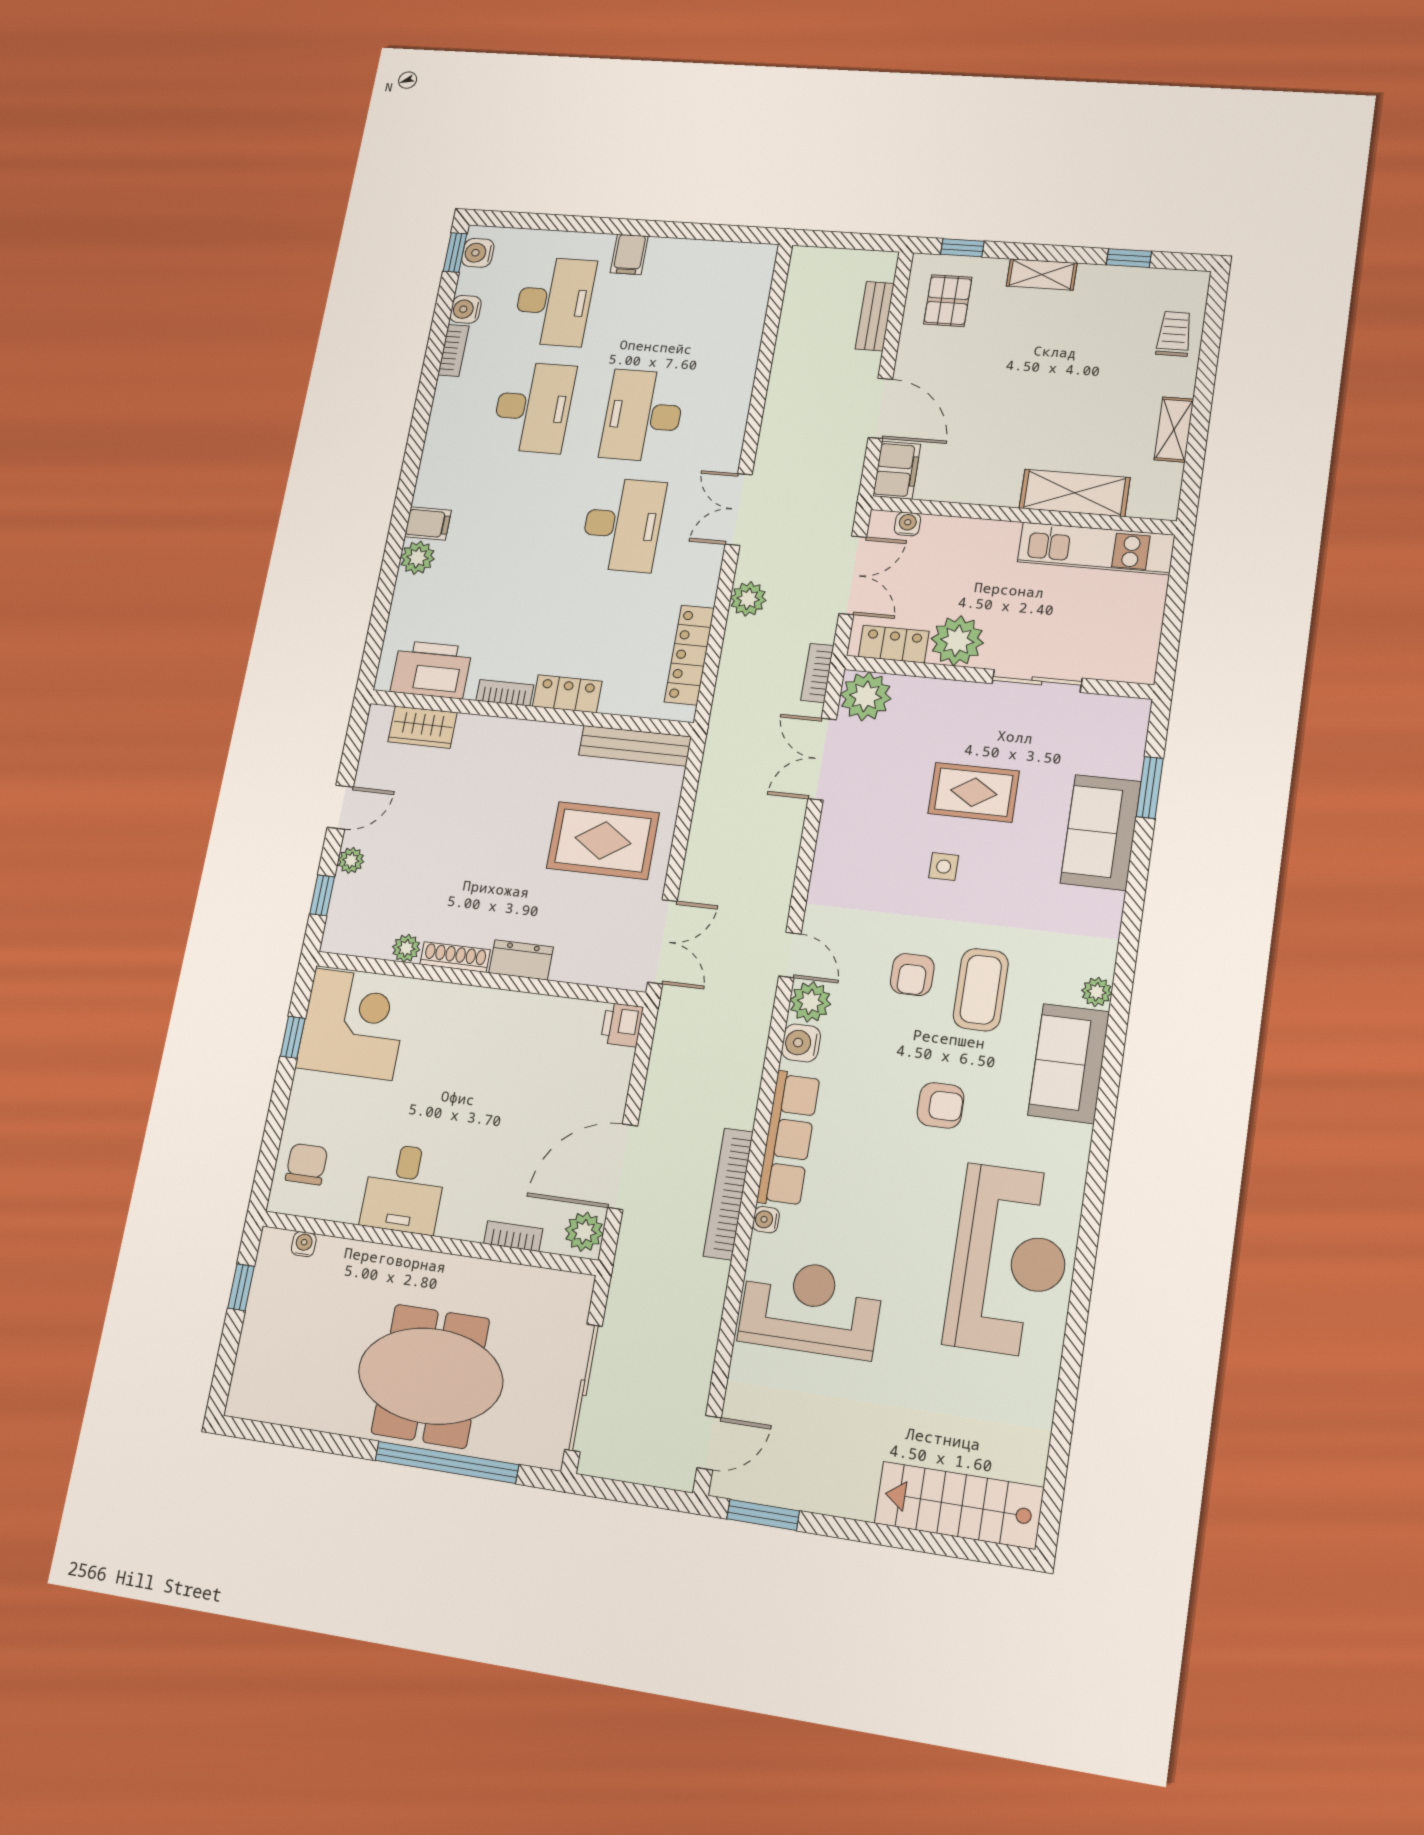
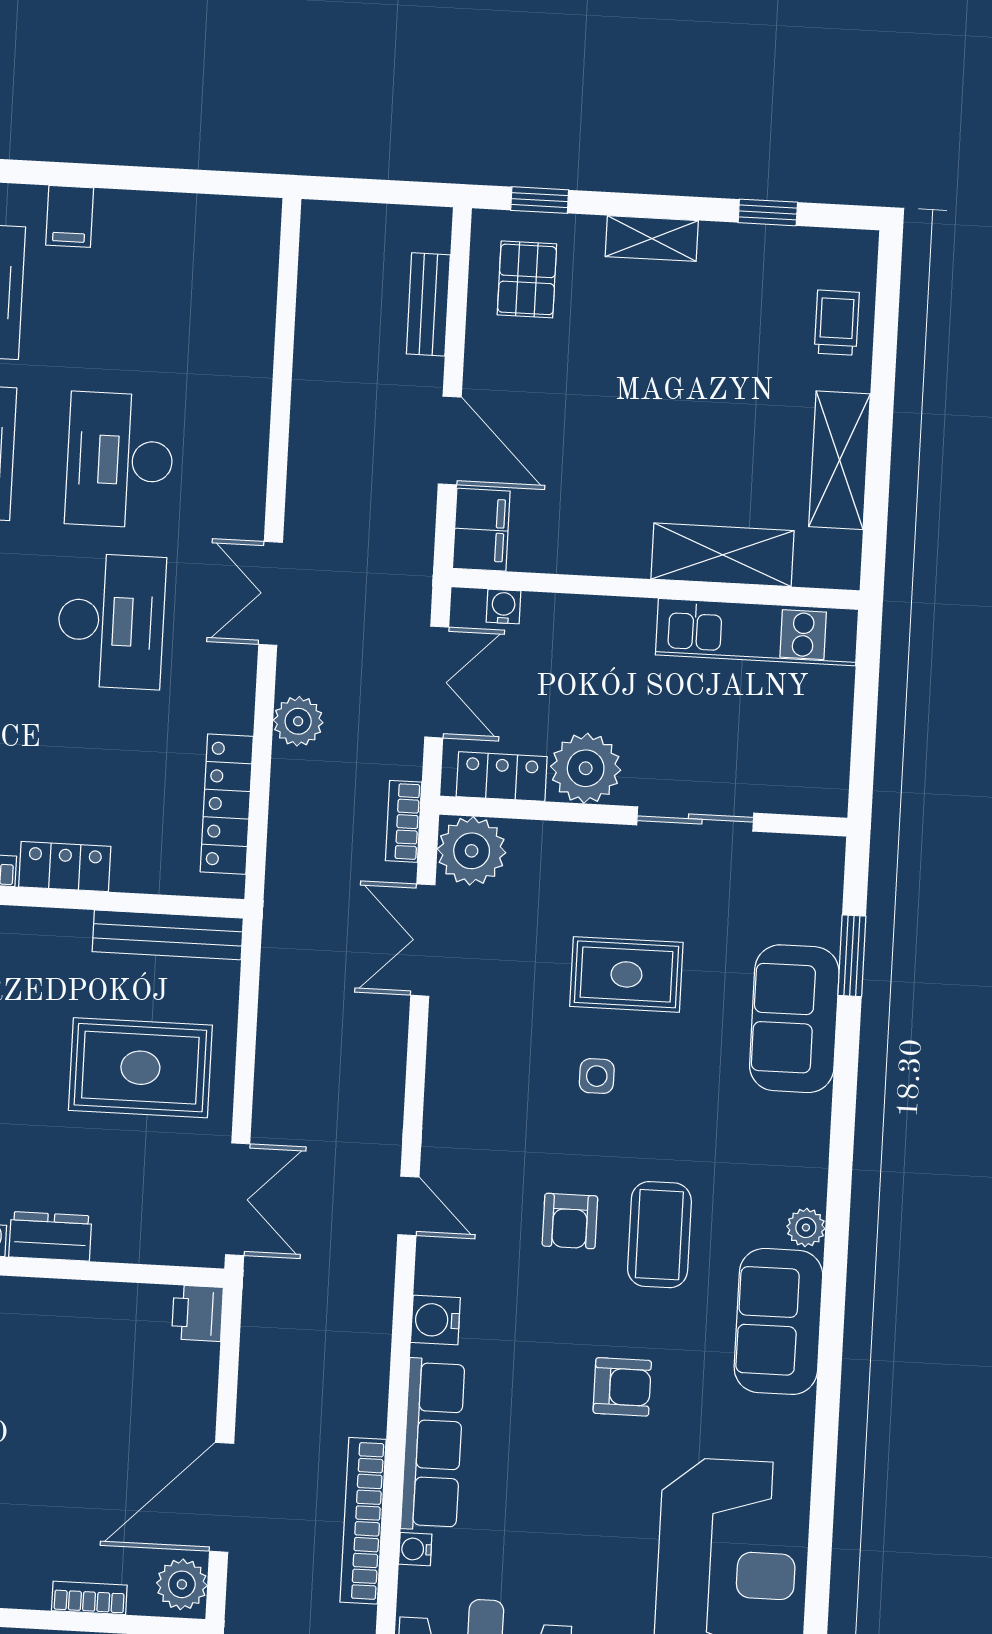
shelving: (1174, 429) -> (840, 460), width x1.50, depth x1.33
plant: (810, 1002) -> (442, 1266), removed

